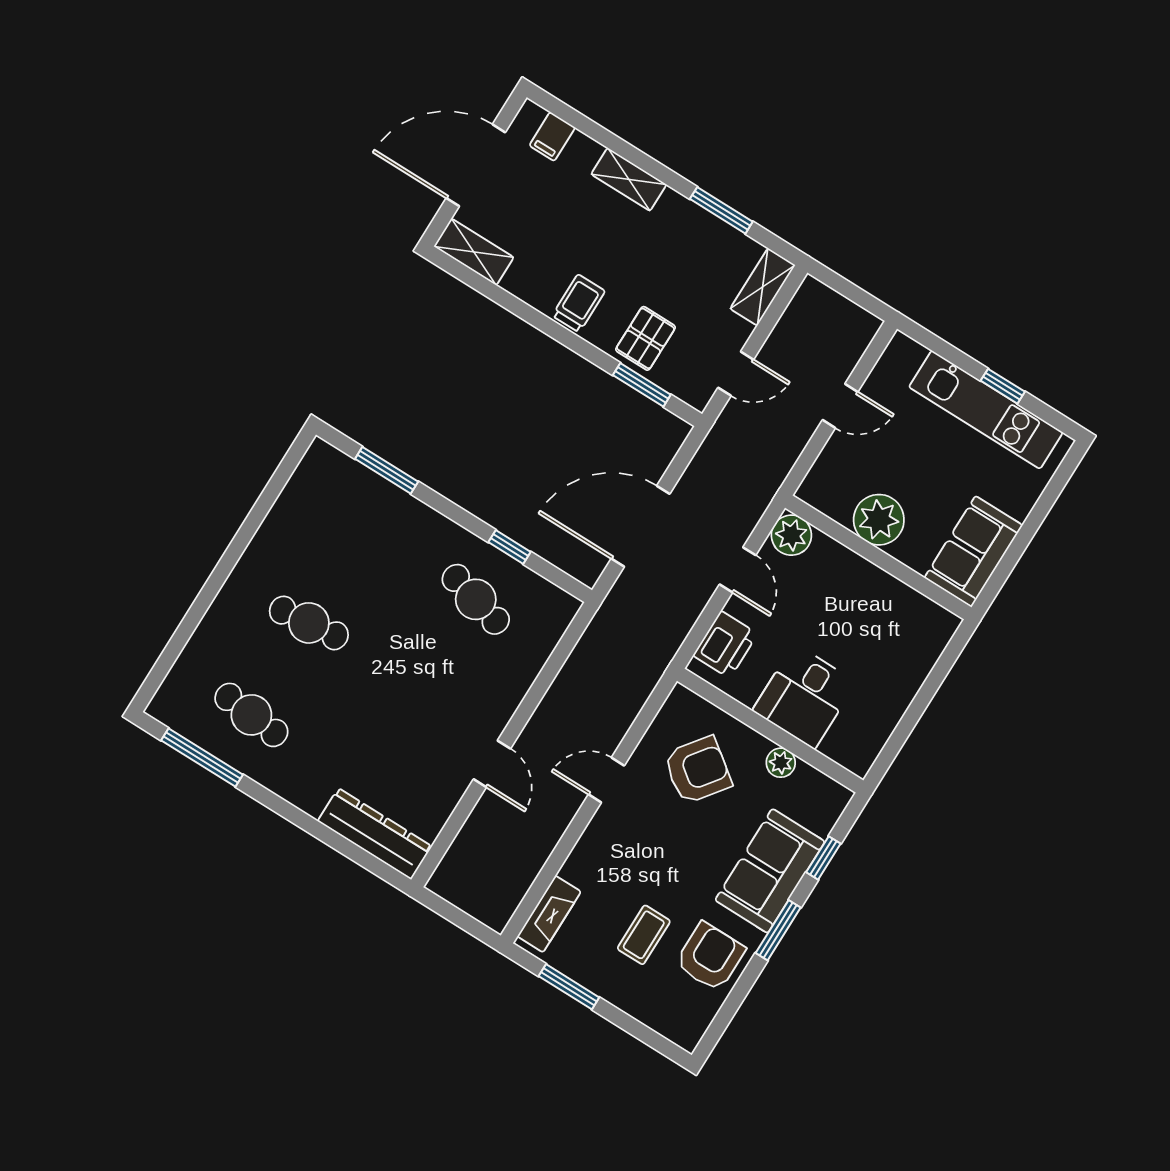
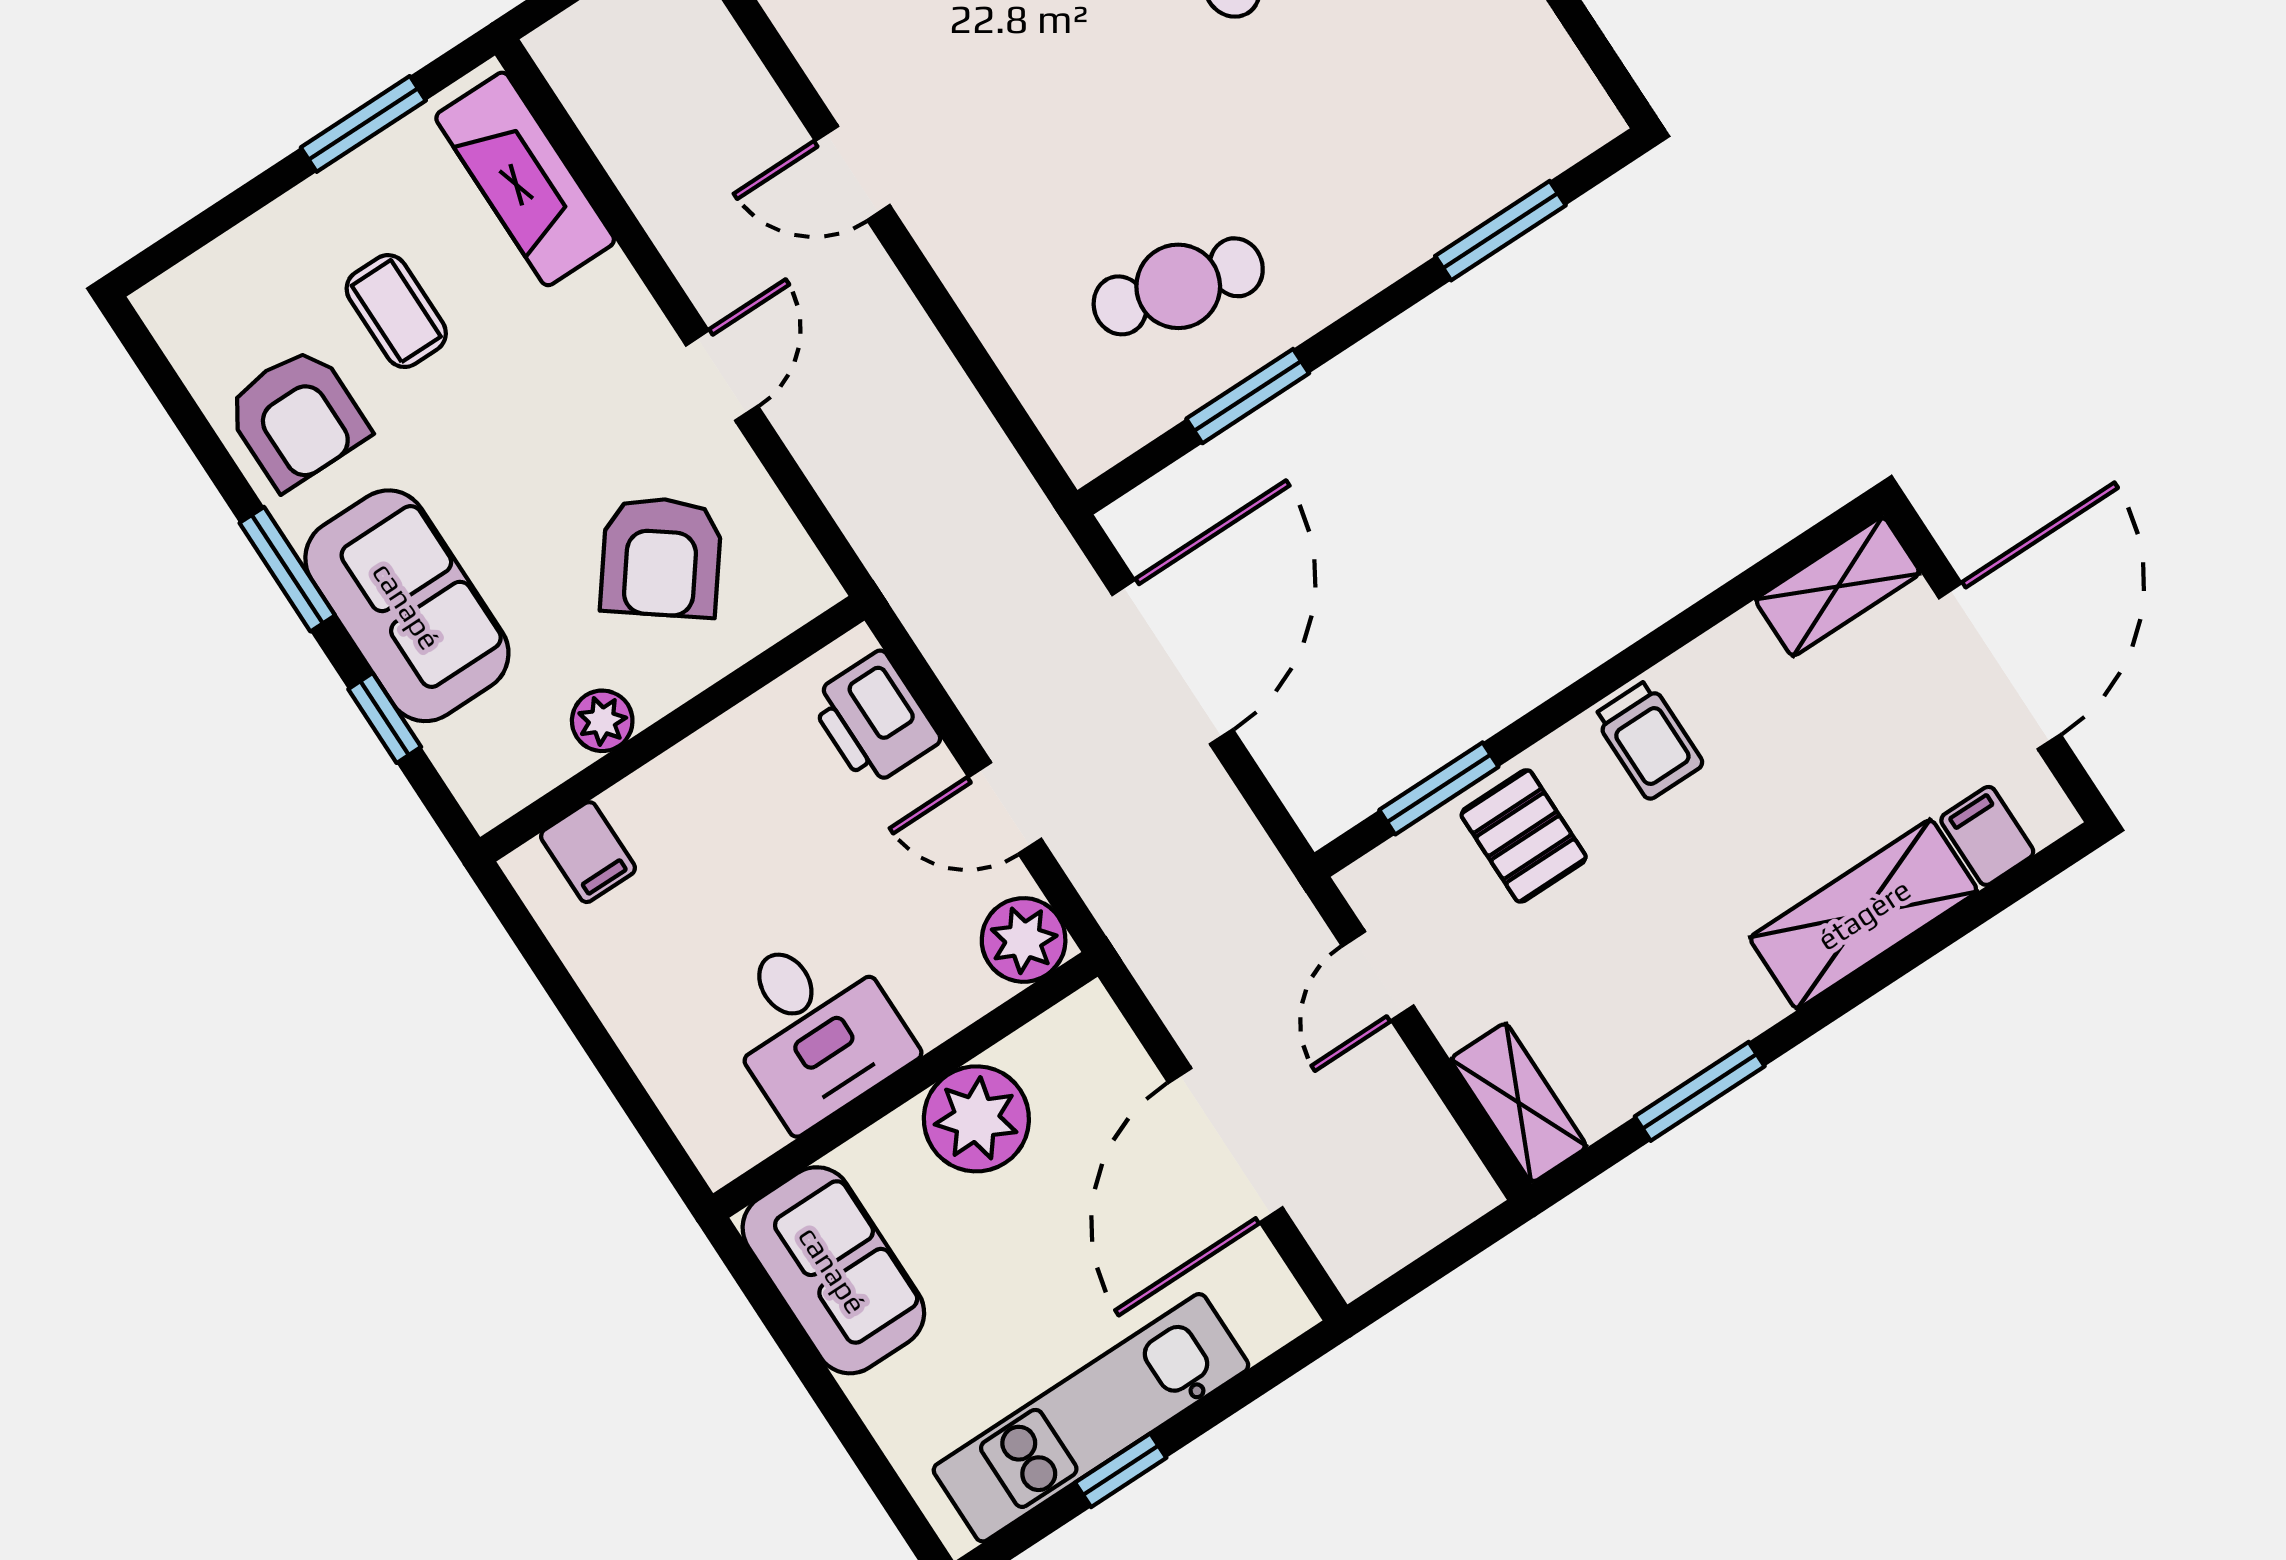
shelving: (629, 179) -> (1864, 914), width x1.50, depth x1.33
door: (840, 406) -> (1226, 1145), width x1.88
window: (509, 547) -> (1248, 396), width x1.50
desk: (804, 696) -> (814, 1027), moved, turned 180
filing cabinet: (841, 742) -> (588, 852), added
fireplace: (549, 914) -> (525, 179), width x1.37, depth x1.32

